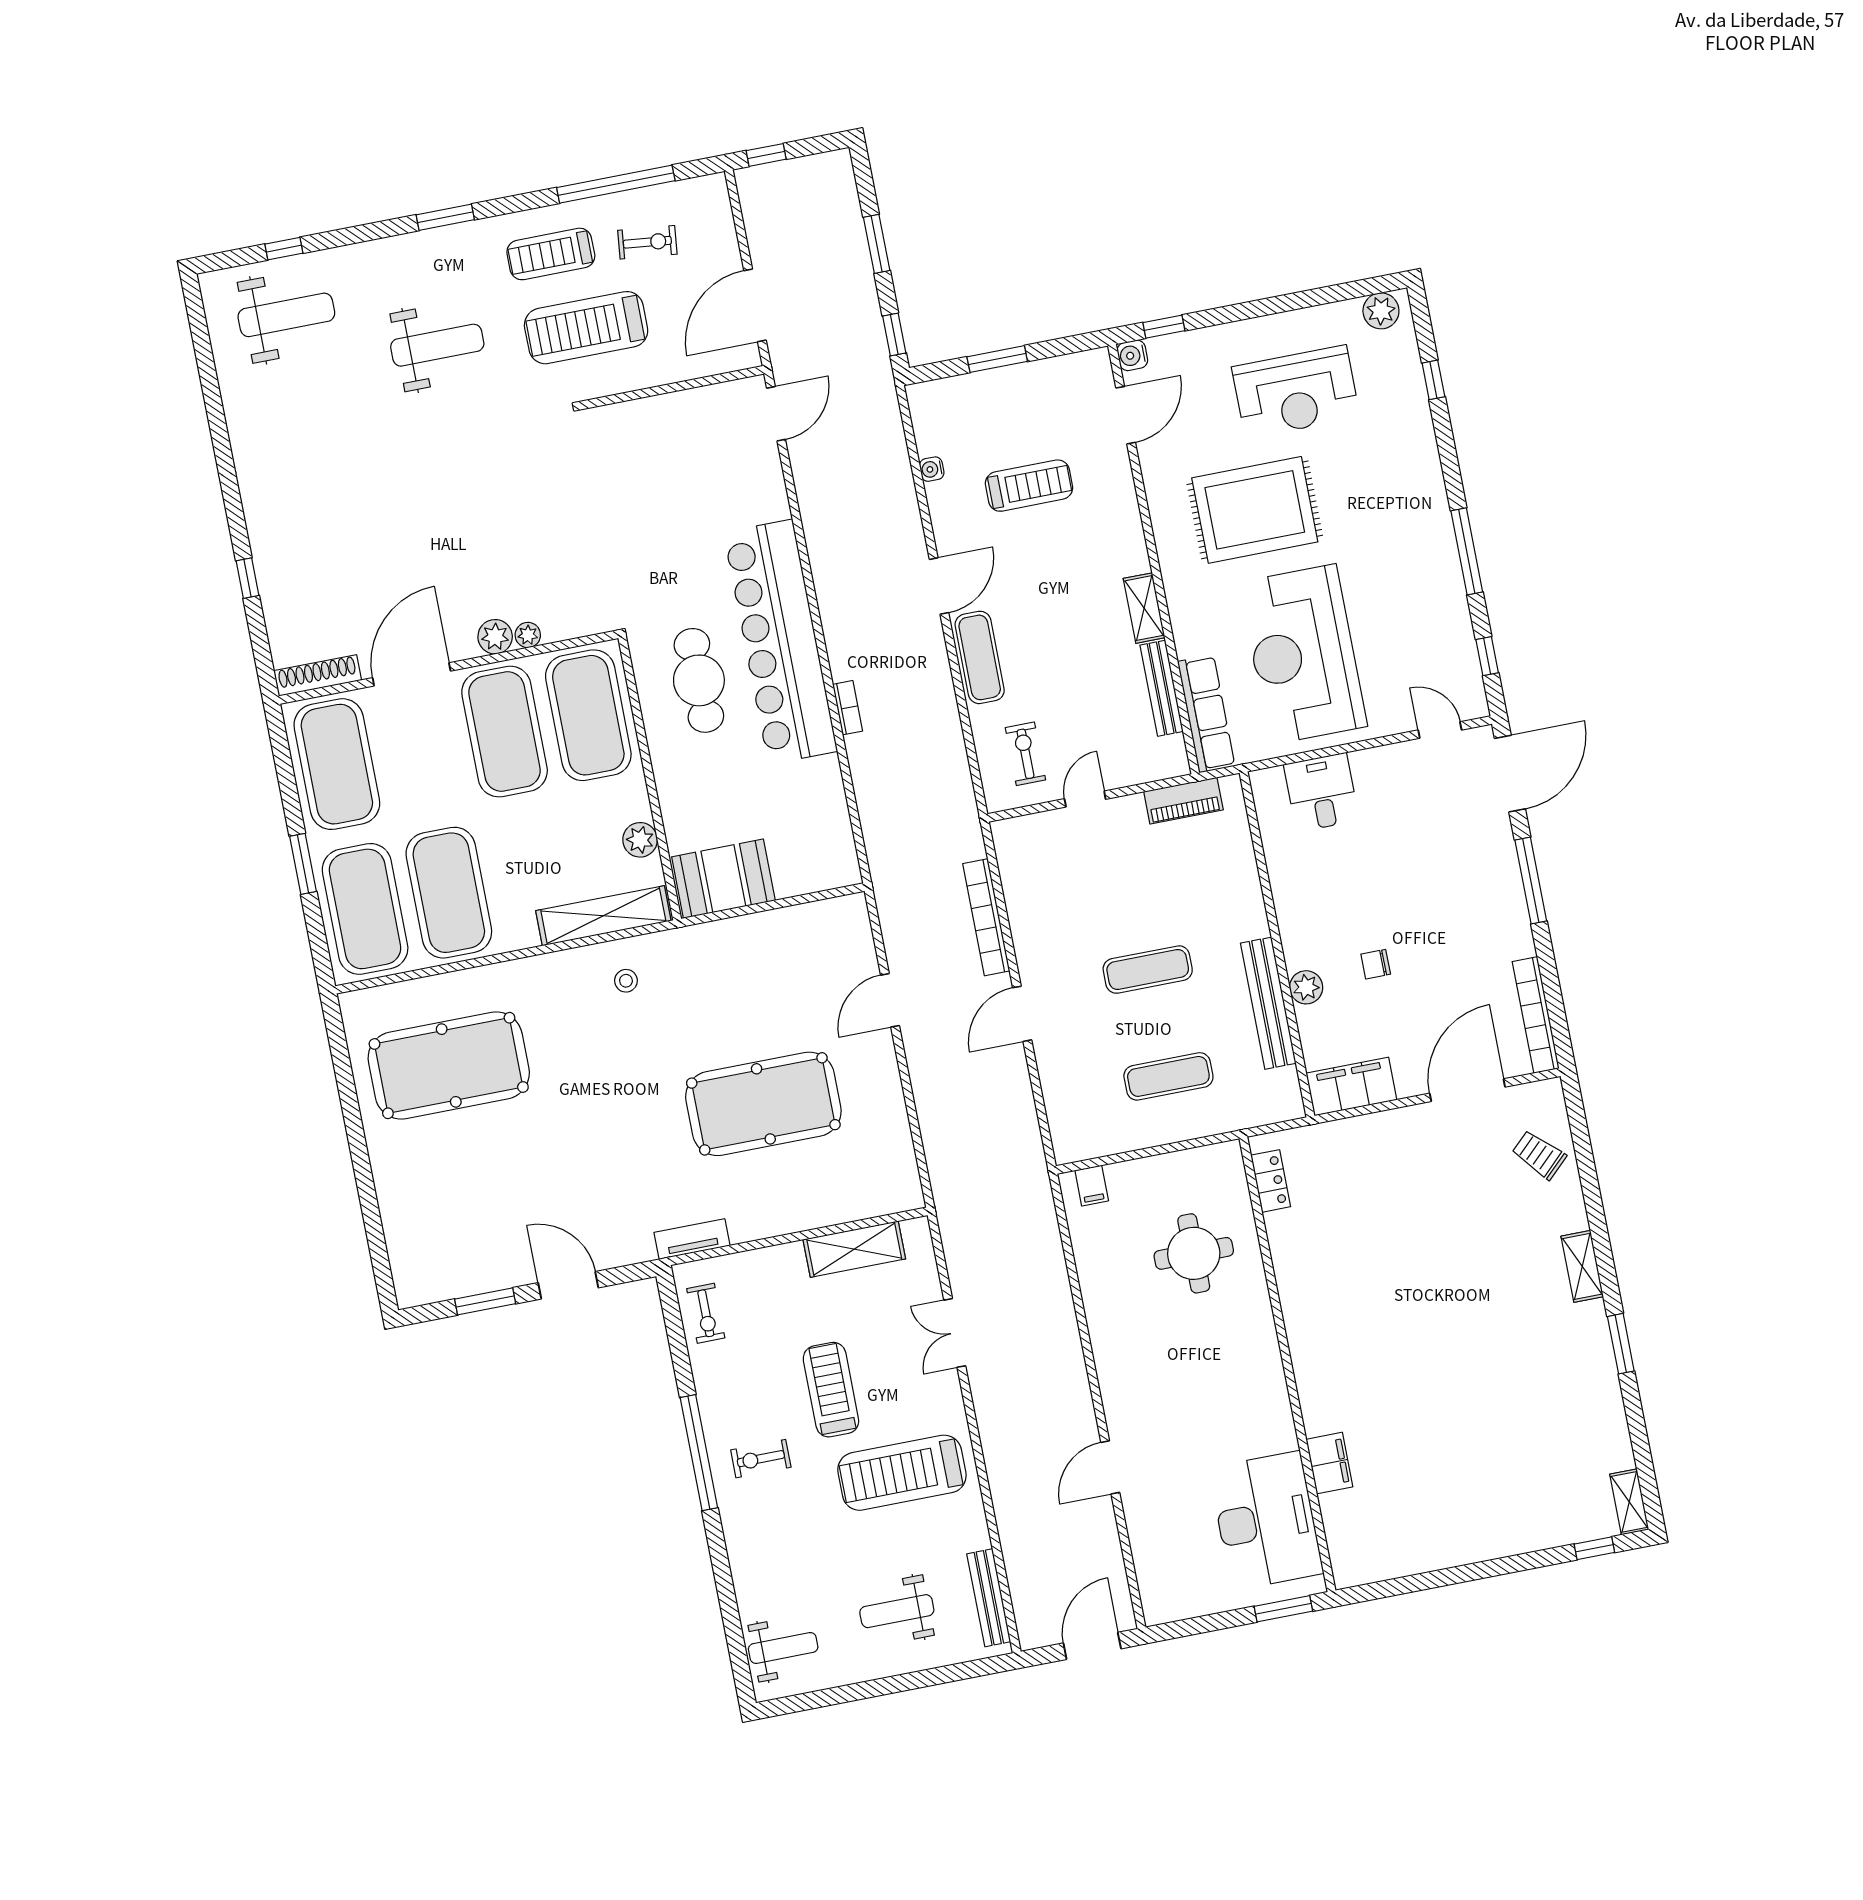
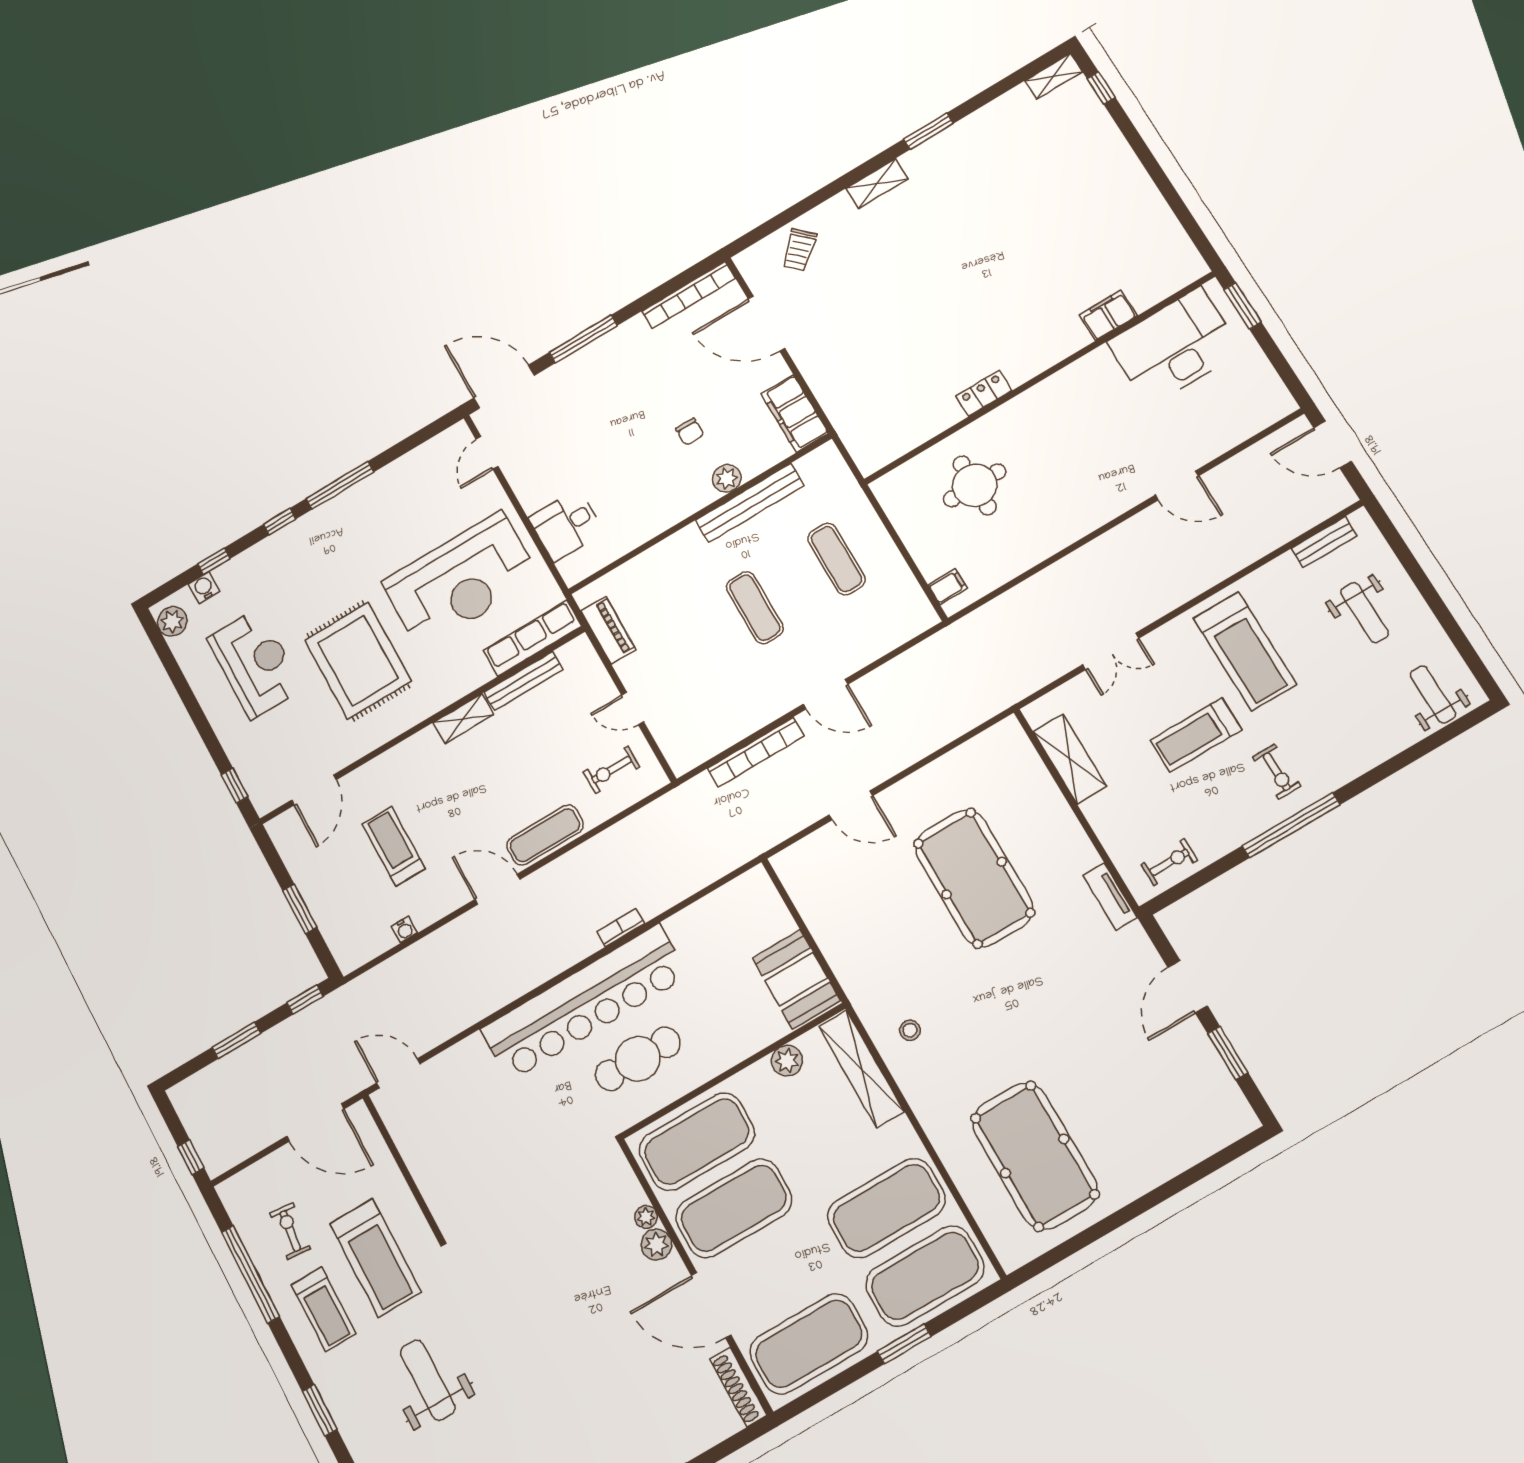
water cooler: (1132, 355) -> (204, 587), moved, turned 180
door: (1126, 415) -> (314, 790), swing flipped
window: (1487, 656) -> (280, 522), moved
locker: (1271, 1181) -> (984, 393), moved
bench: (989, 1598) -> (1324, 542), width x0.73

